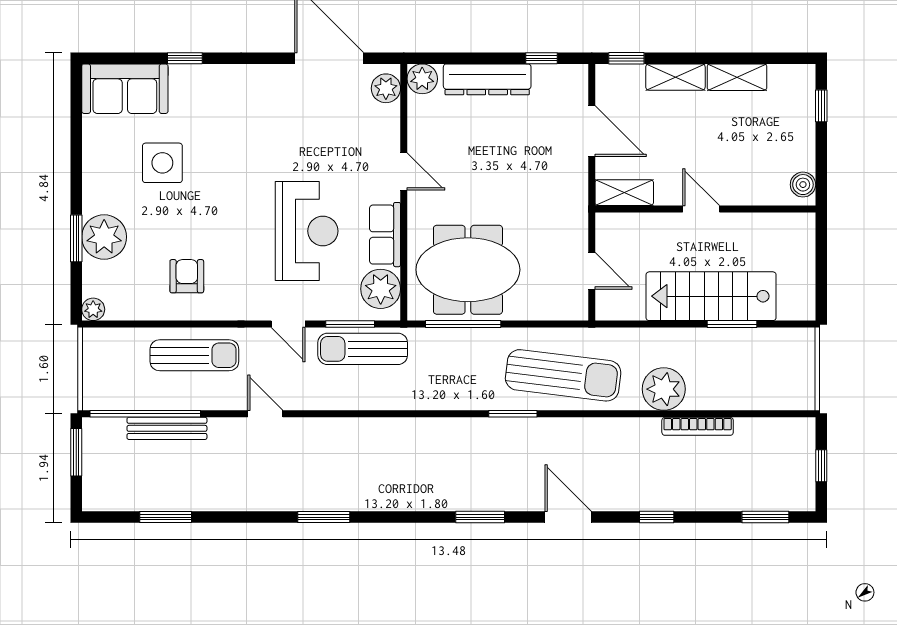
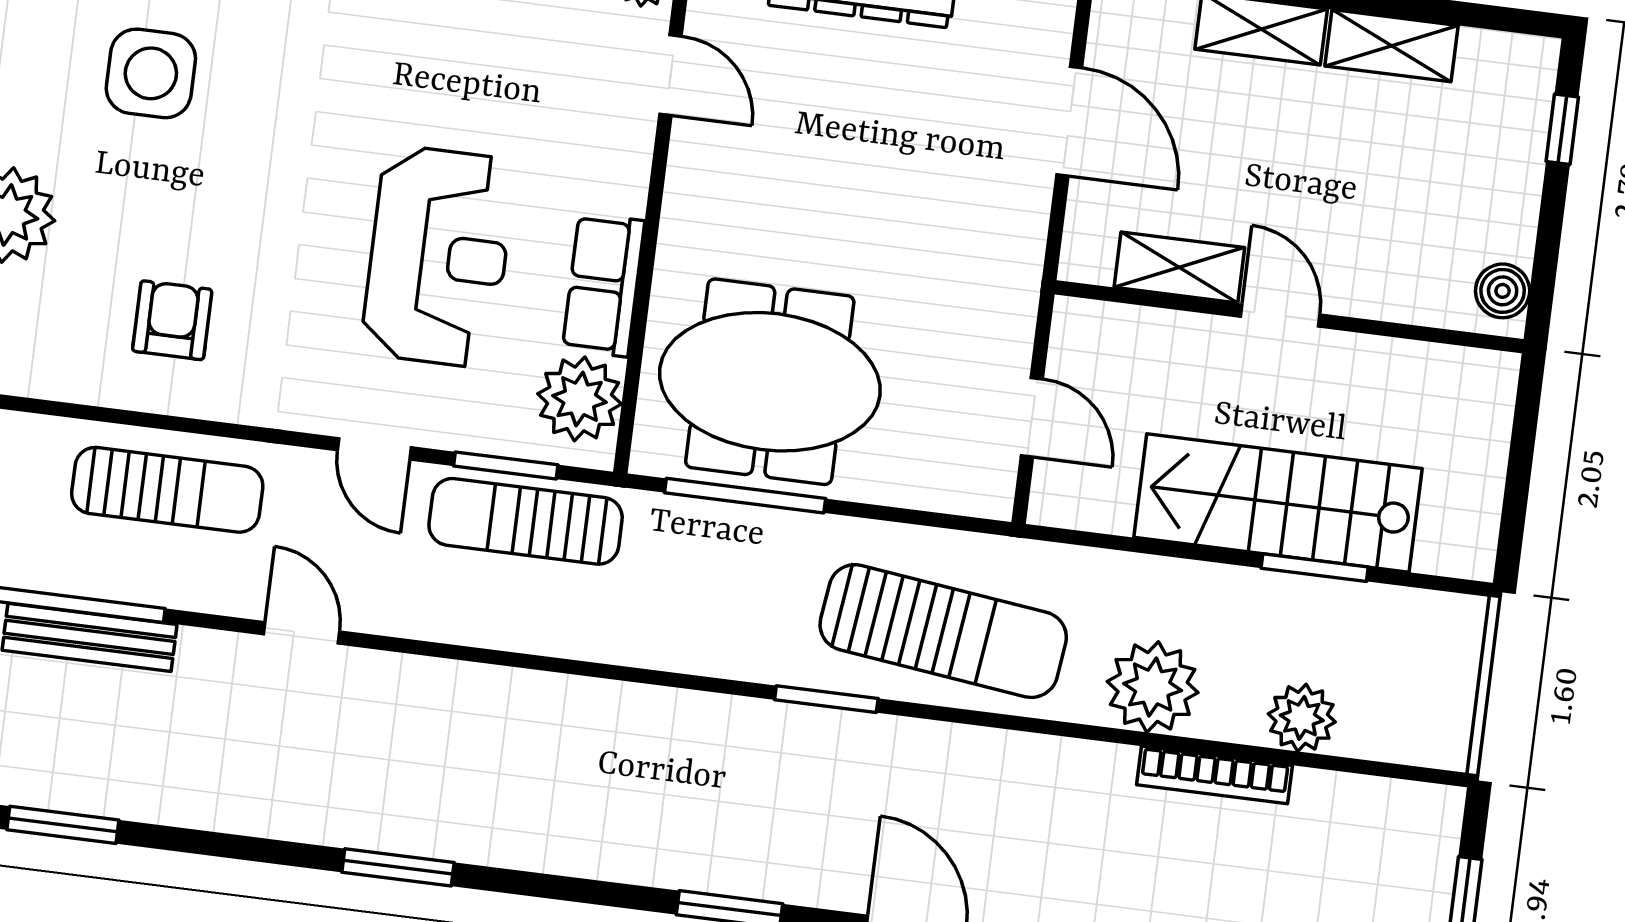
door: (404, 171) -> (670, 75), moved
shelving: (624, 193) -> (1179, 267), moved
plant: (735, 395) -> (1302, 718), added

